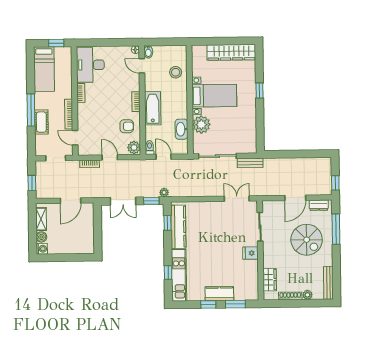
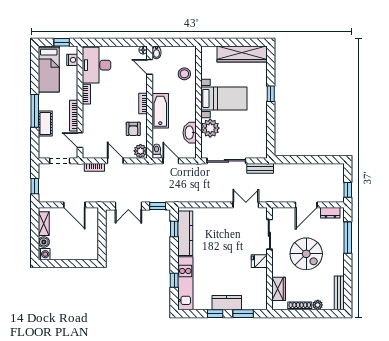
nightstand: (67, 60) -> (72, 60), added
armchair: (127, 126) -> (133, 129), turned 90
plant: (164, 193) -> (171, 198), removed
door: (71, 201) -> (74, 205), hinge flipped
spiral stairs: (307, 240) -> (306, 254), moved

